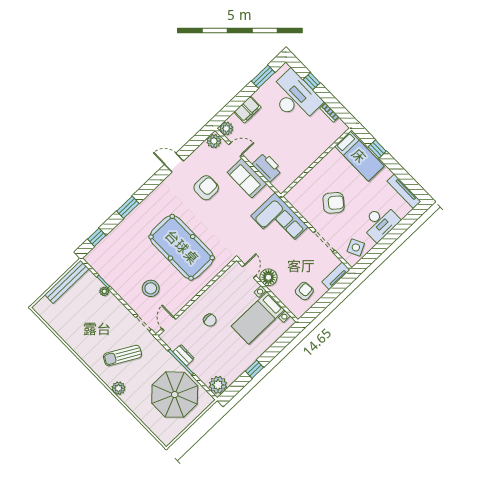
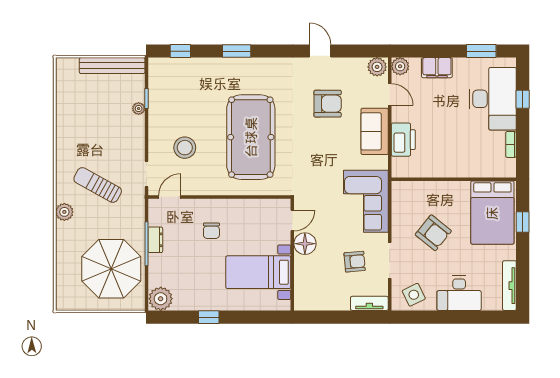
bed: (359, 156) -> (492, 213), width x1.50
armchair: (304, 291) -> (355, 262), moved

